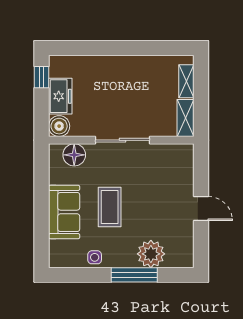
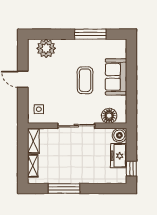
window: (140, 48) -> (64, 189), added
plant: (151, 254) -> (46, 48), moved
side table: (95, 257) -> (39, 109), moved
window: (134, 275) -> (90, 34), moved

